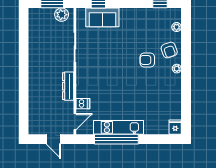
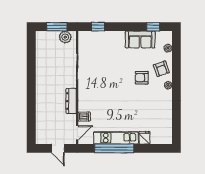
sofa: (102, 17) -> (140, 40), moved
fridge: (175, 127) -> (144, 138), moved

